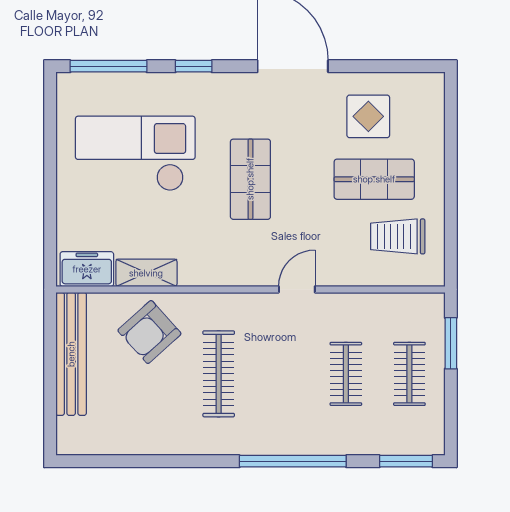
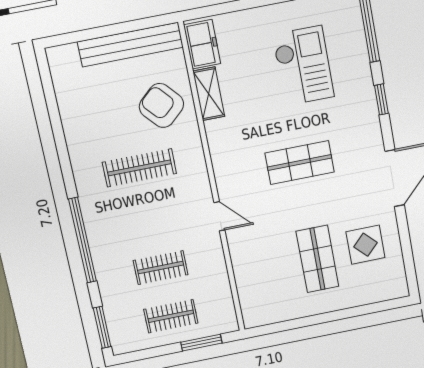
checkout: (135, 153) -> (303, 66), width x0.73, depth x0.83
trolley: (398, 236) -> (276, 286), removed

